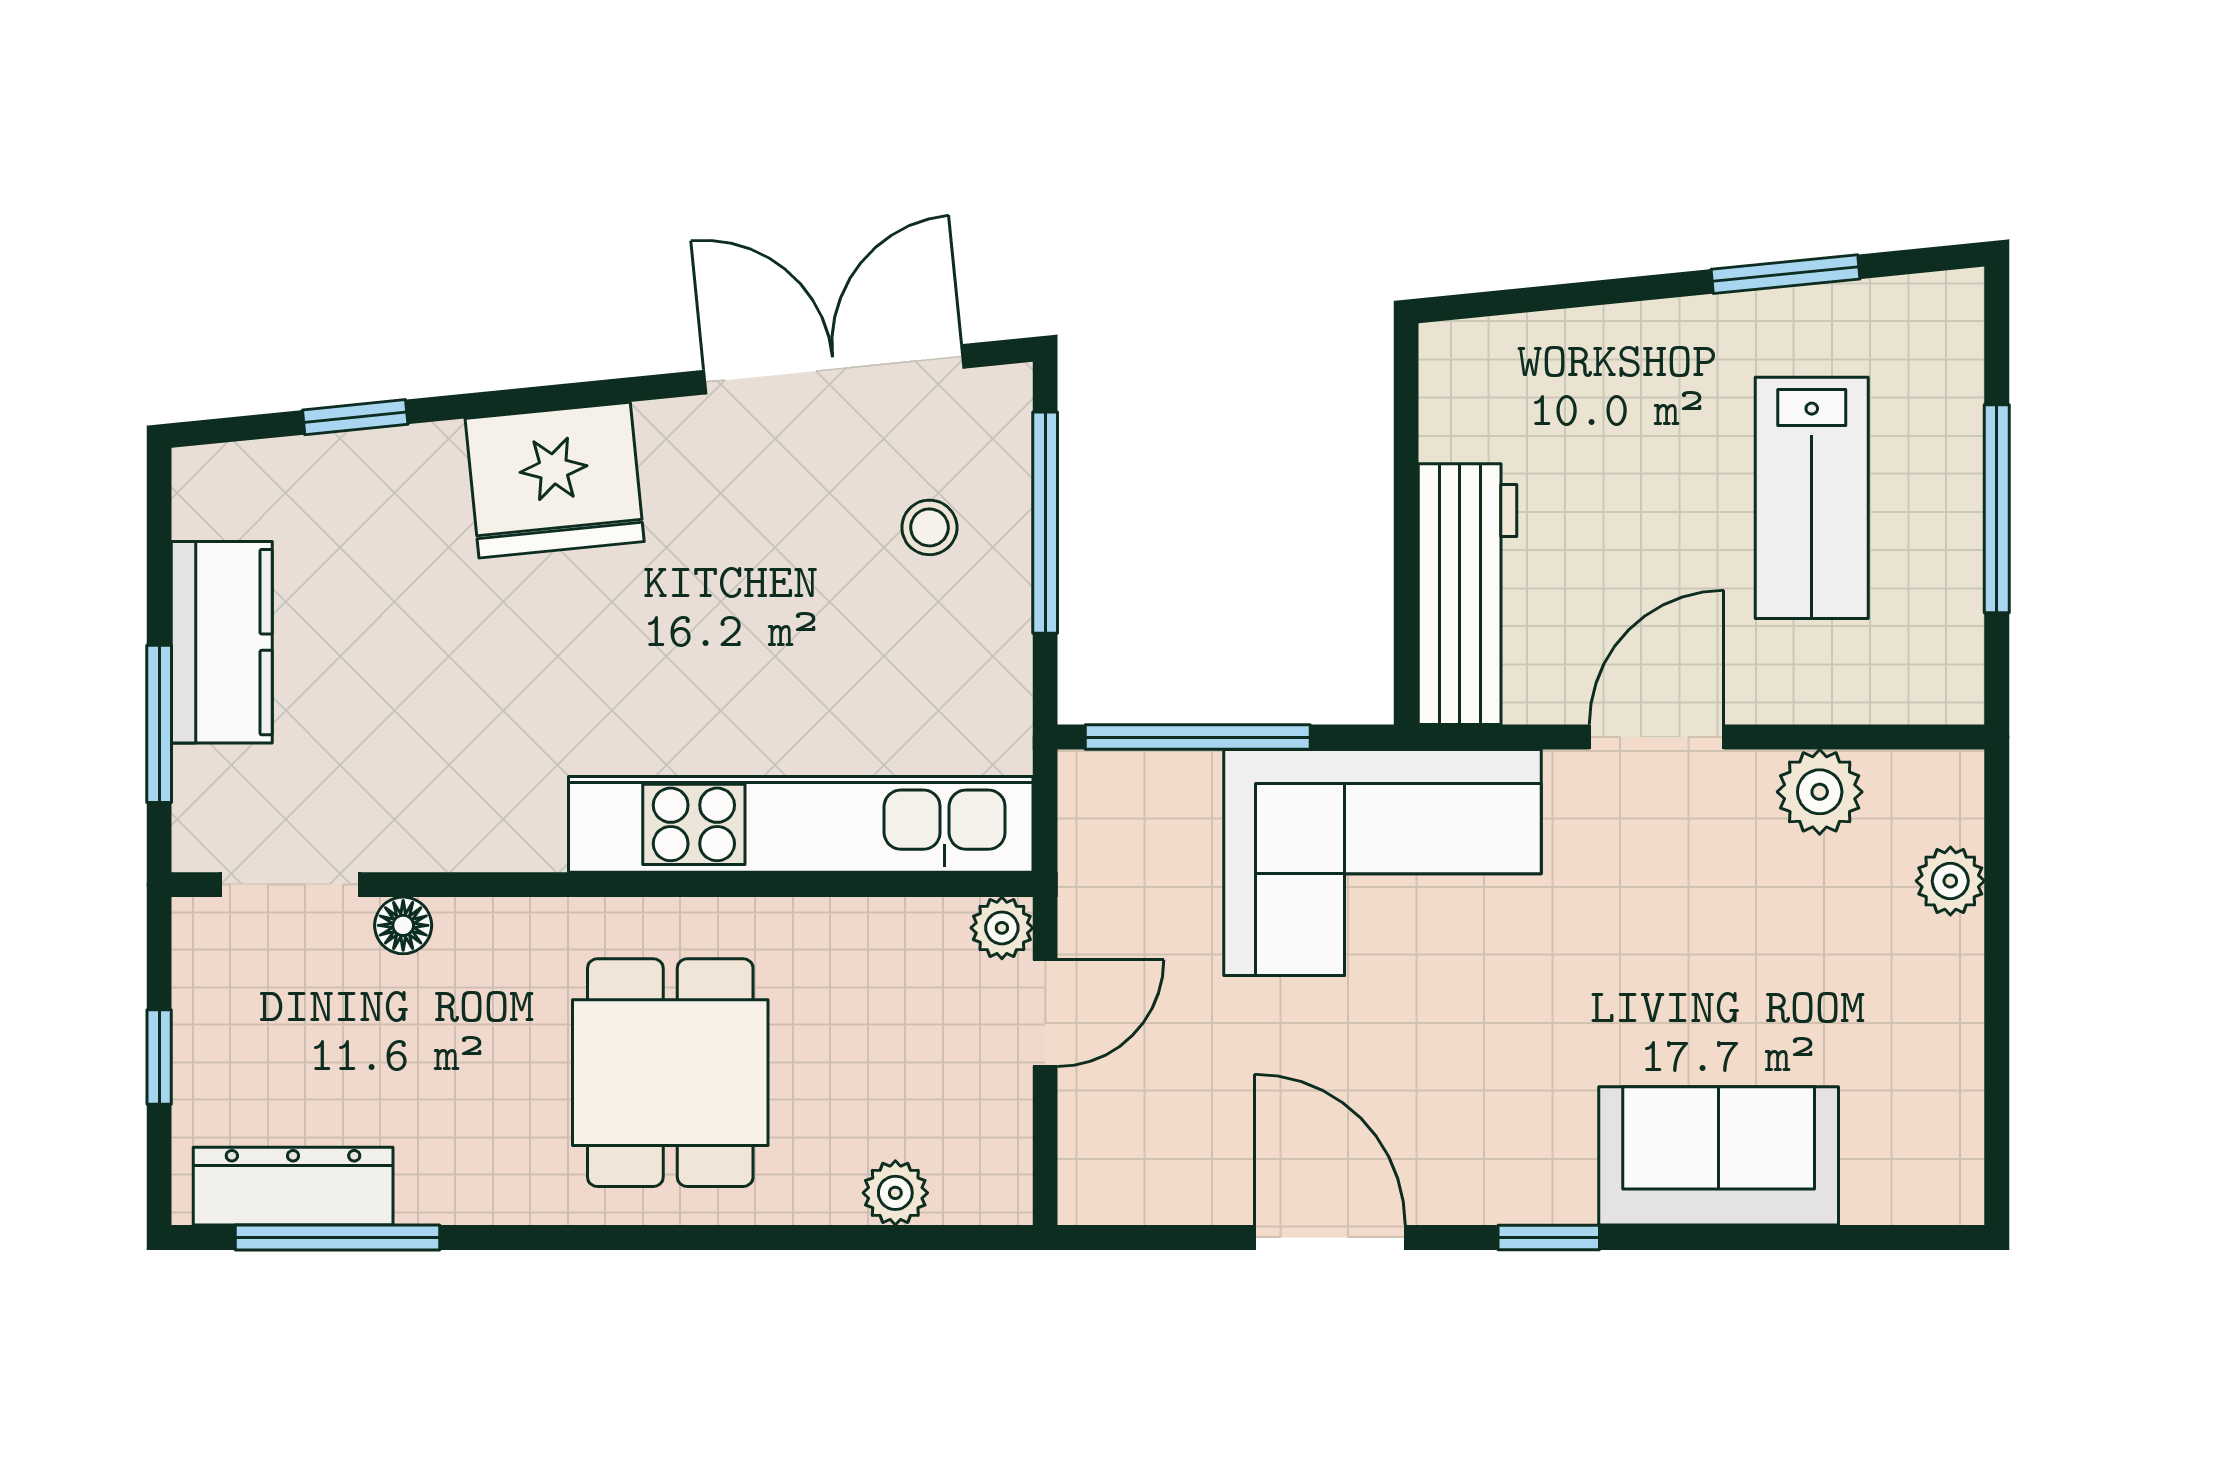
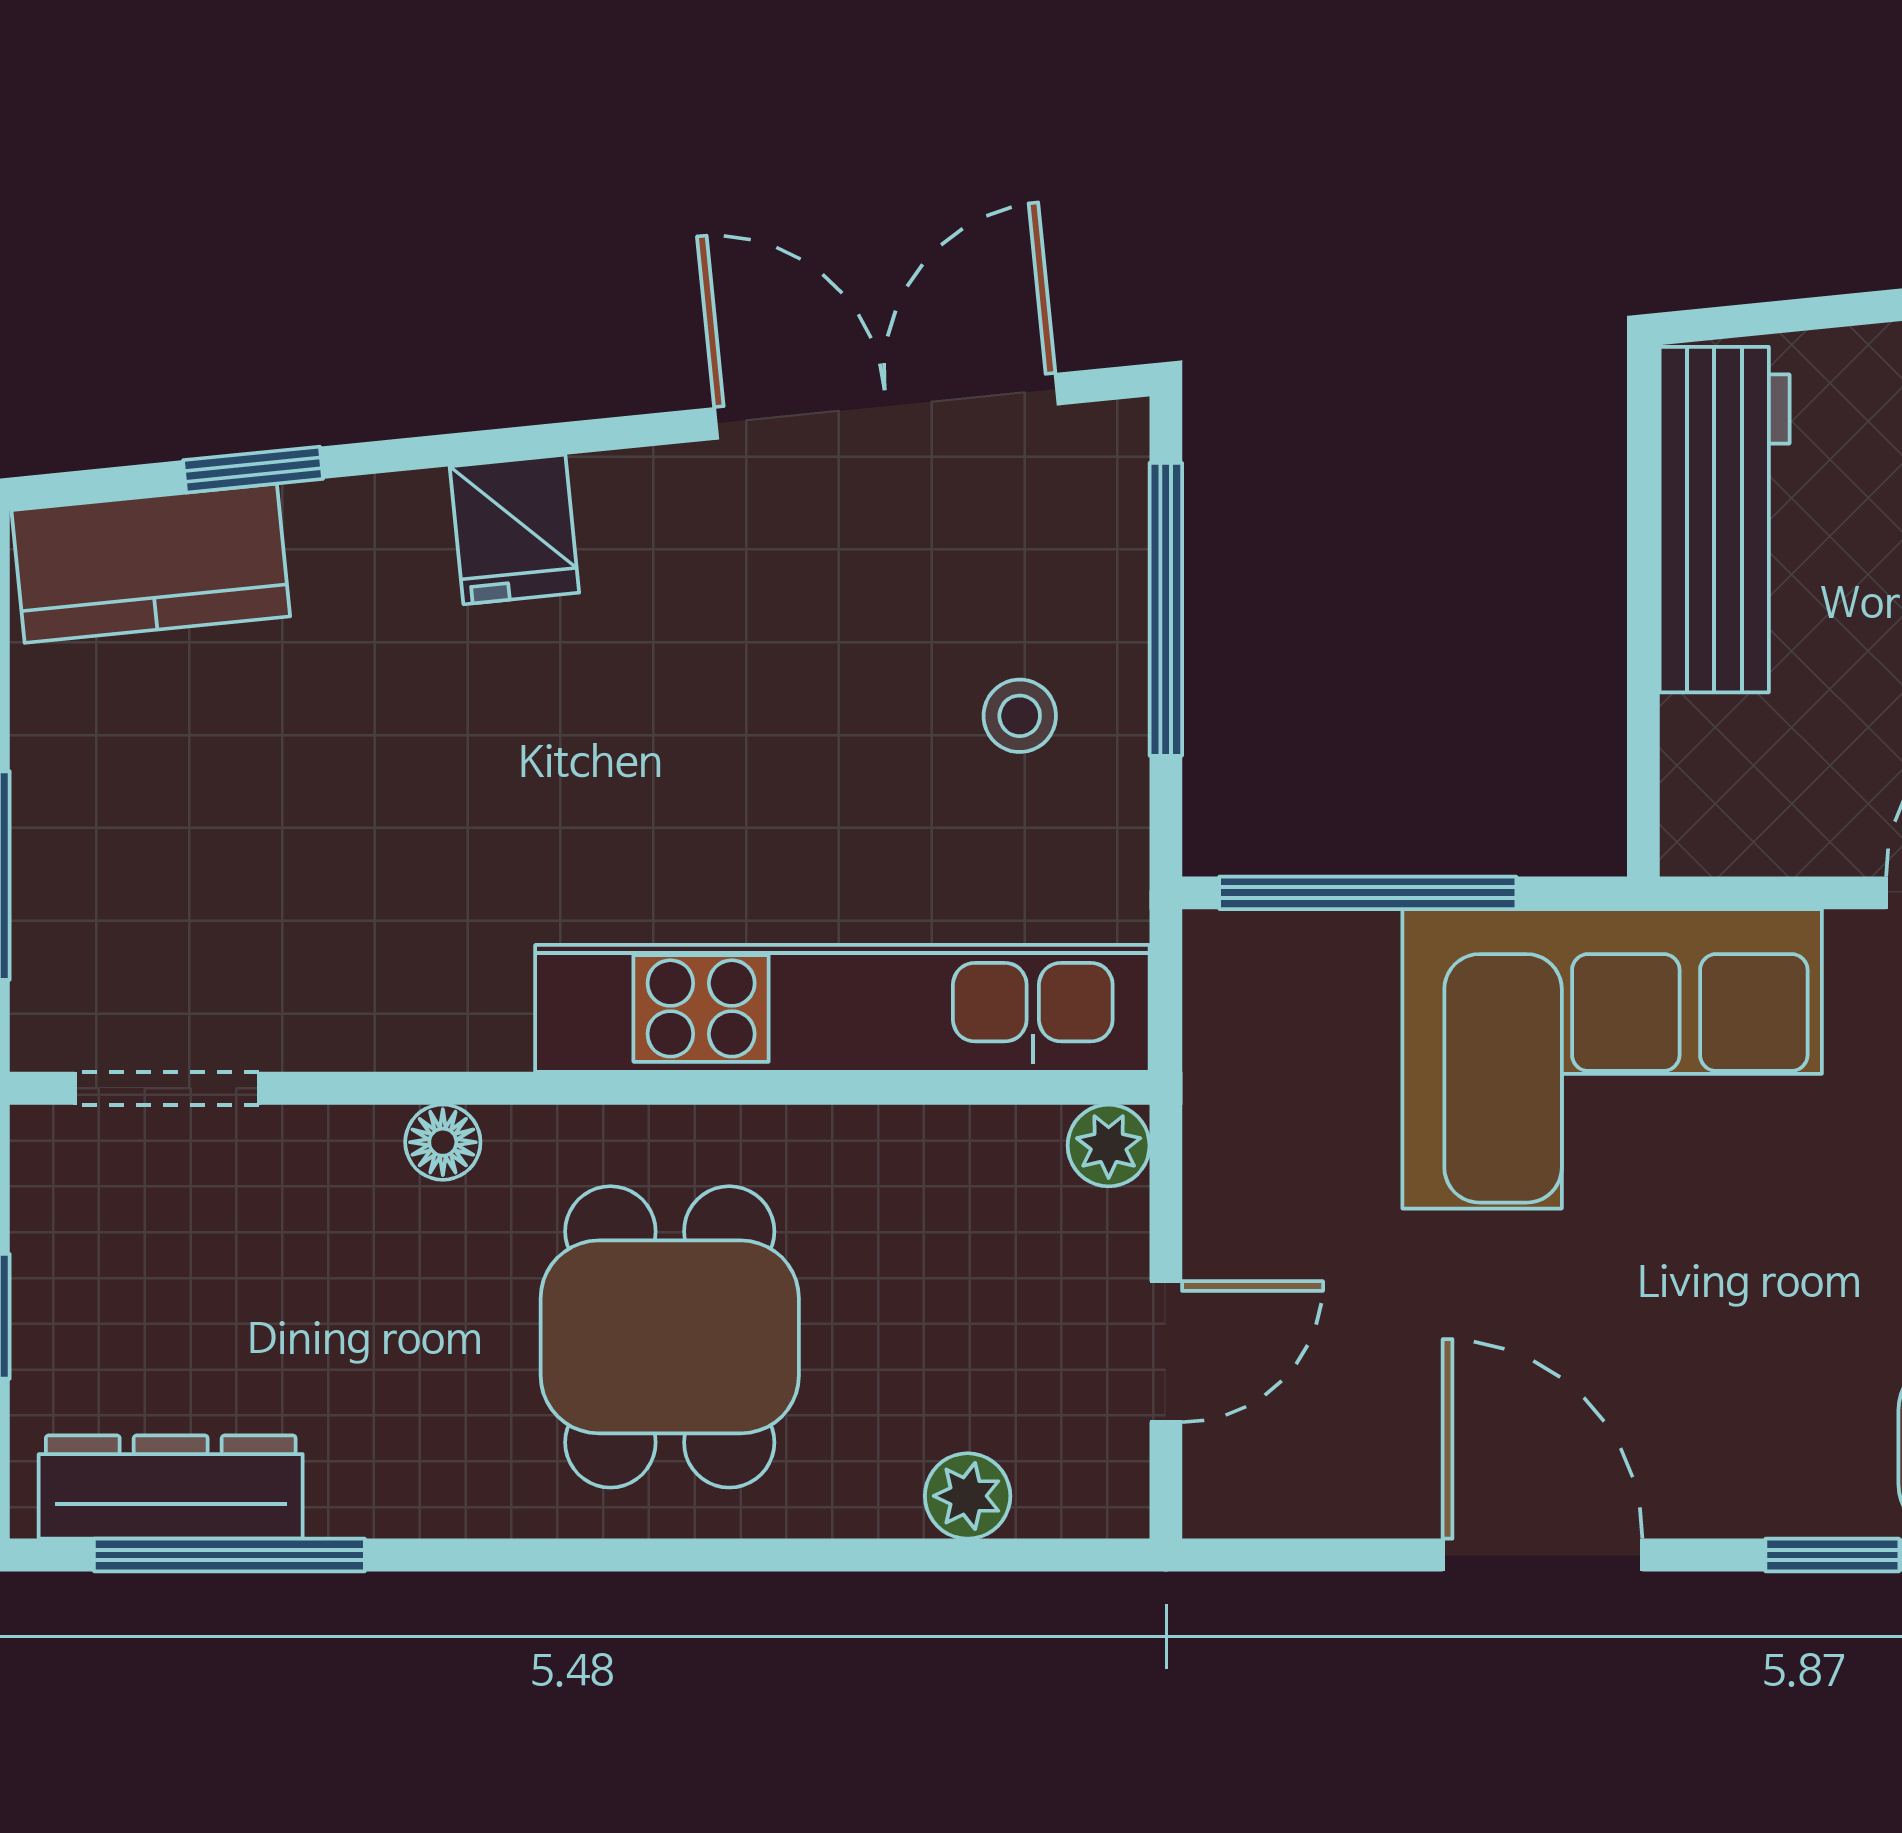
fridge: (555, 480) -> (514, 529), width x0.53, depth x0.75
stool: (929, 527) -> (1020, 716), moved
workbench: (1467, 594) -> (1725, 520), moved
kitchen counter: (222, 642) -> (151, 563), moved, turned 84
floor lamp: (403, 925) -> (443, 1142), moved
door: (1045, 1013) -> (1166, 1352), moved

